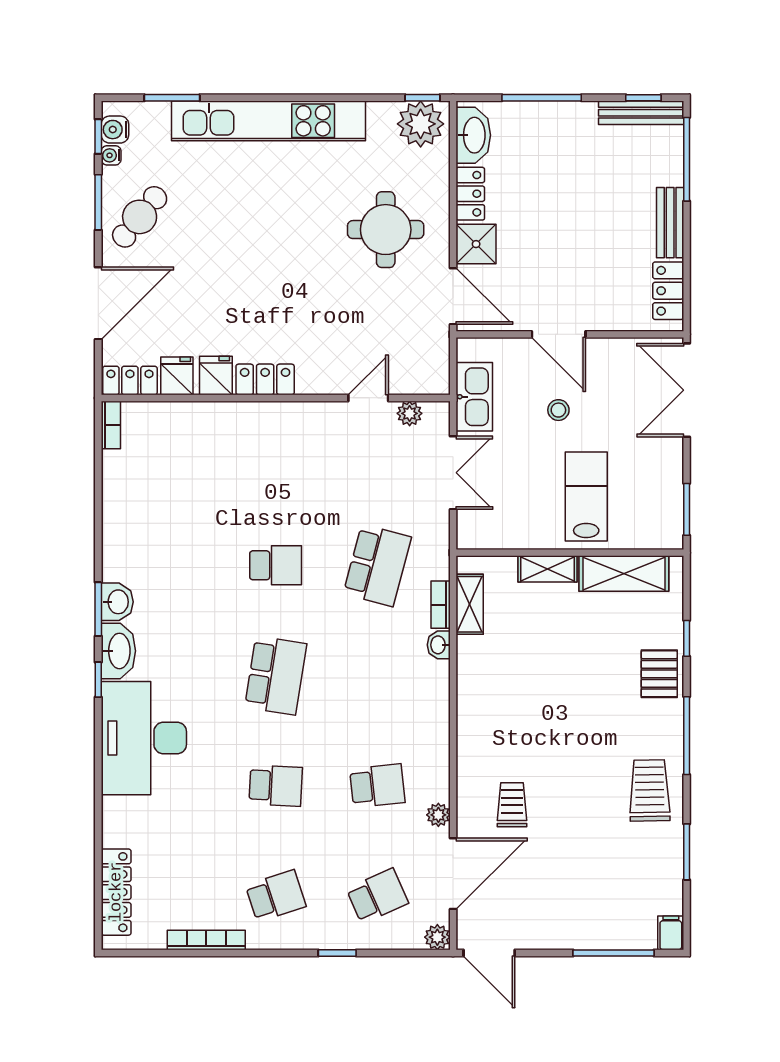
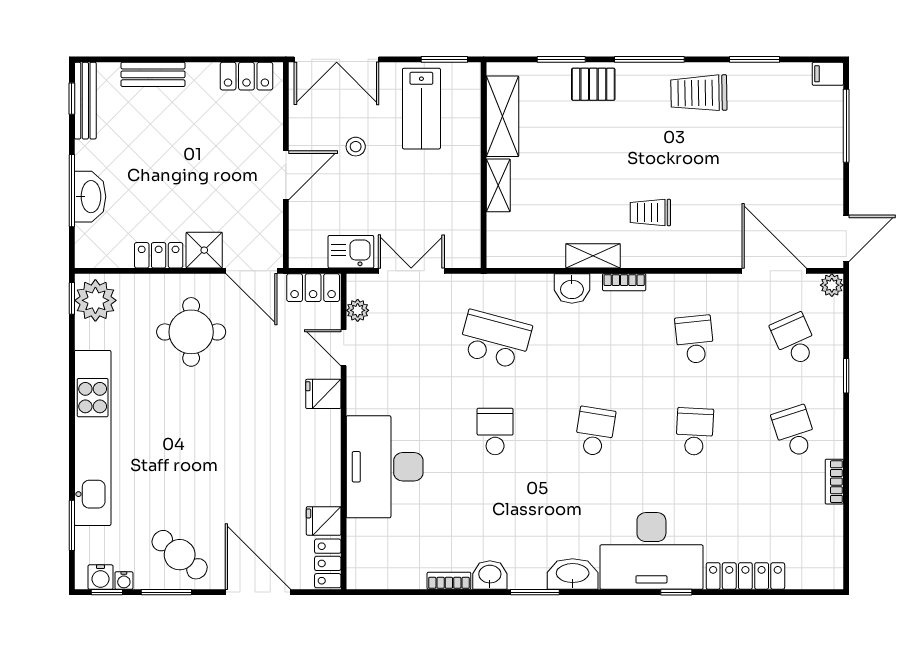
washbasin: (473, 135) -> (90, 197), moved, turned 90
window: (687, 159) -> (127, 59), removed
bench: (670, 223) -> (153, 74), moved
door: (453, 296) -> (251, 271), swing flipped
fridge: (216, 376) -> (323, 394), moved
locker: (265, 379) -> (313, 288), moved, turned -90
kitchen sink: (474, 397) -> (351, 252), width x0.73
stool: (558, 410) -> (356, 147), moved
bookcase: (111, 425) -> (449, 581), moved
desk: (237, 443) -> (385, 467), added
lab bench: (586, 497) -> (421, 109), moved, turned -90
washbasin: (117, 602) -> (490, 575), moved
shelving: (470, 604) -> (593, 256), moved
bookcase: (441, 605) -> (624, 282), moved
window: (687, 638) -> (561, 59), width x1.50
washbasin: (439, 645) -> (572, 289), width x1.38, depth x1.45
school desk: (276, 675) -> (595, 431), width x0.54
window: (98, 680) -> (676, 592), moved
trolley: (512, 805) -> (650, 212), moved
plant: (438, 815) -> (721, 284), removed
locker: (116, 892) -> (745, 576), moved
bookcase: (206, 940) -> (834, 482), width x0.64

